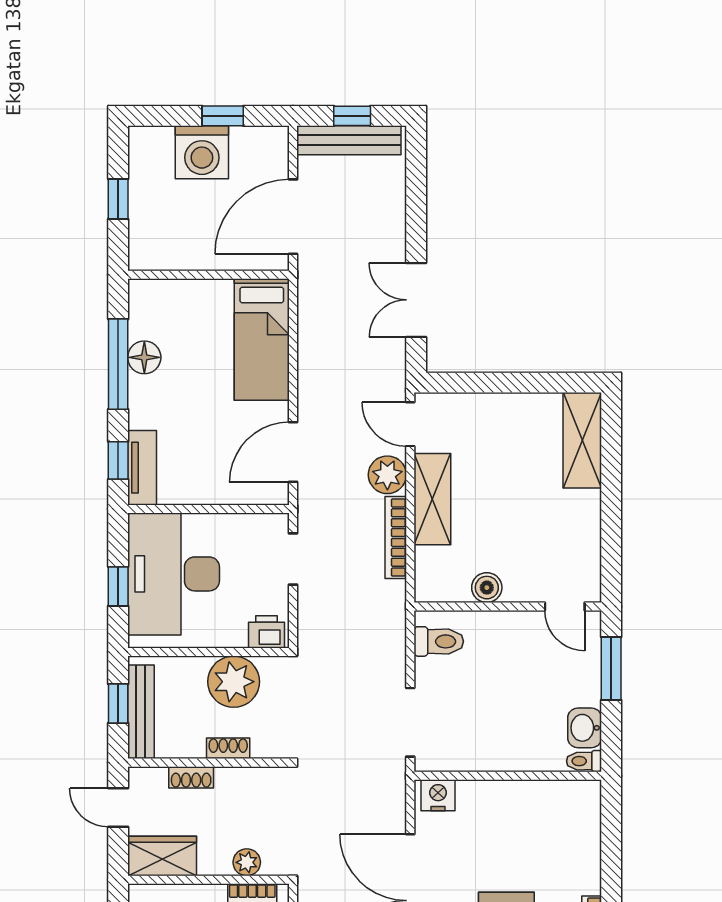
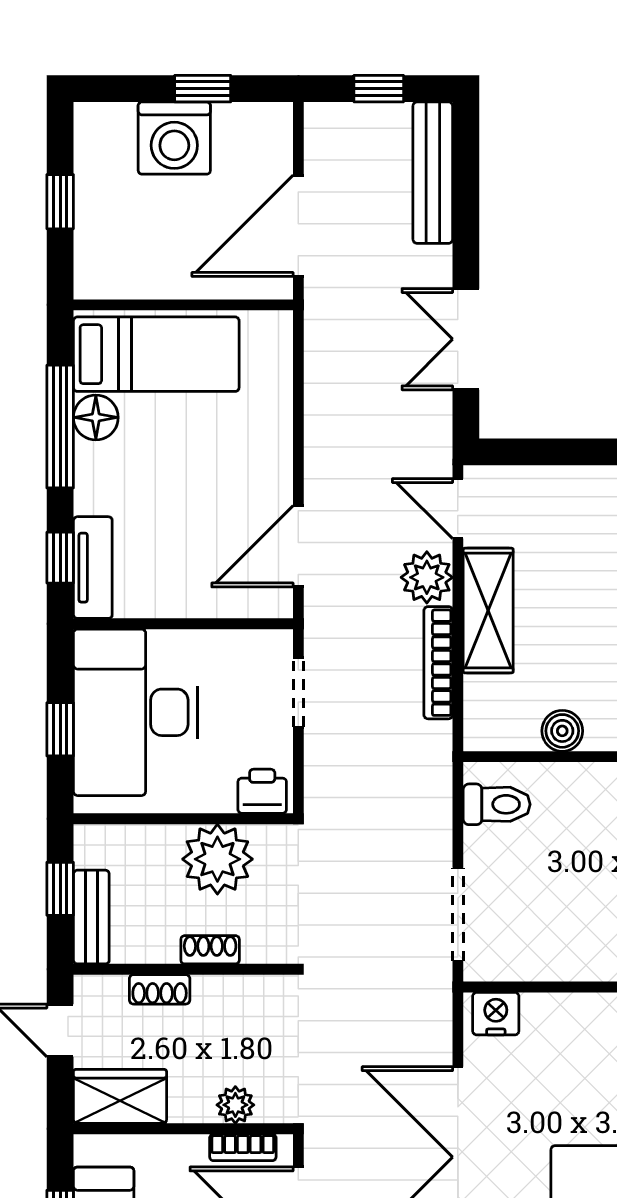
bench: (349, 140) -> (433, 173), moved, turned 90
bed: (262, 339) -> (156, 354), moved, turned -90
bench: (141, 712) -> (91, 917), width x0.73

